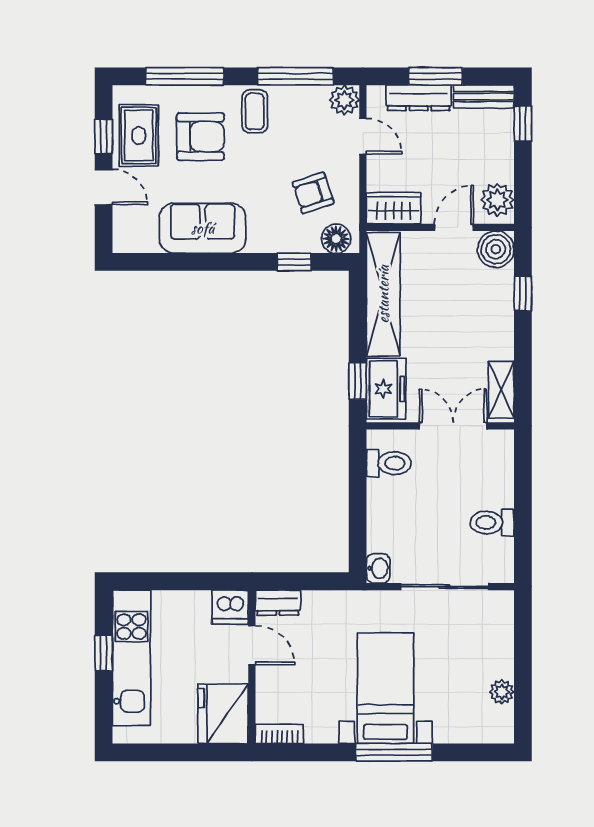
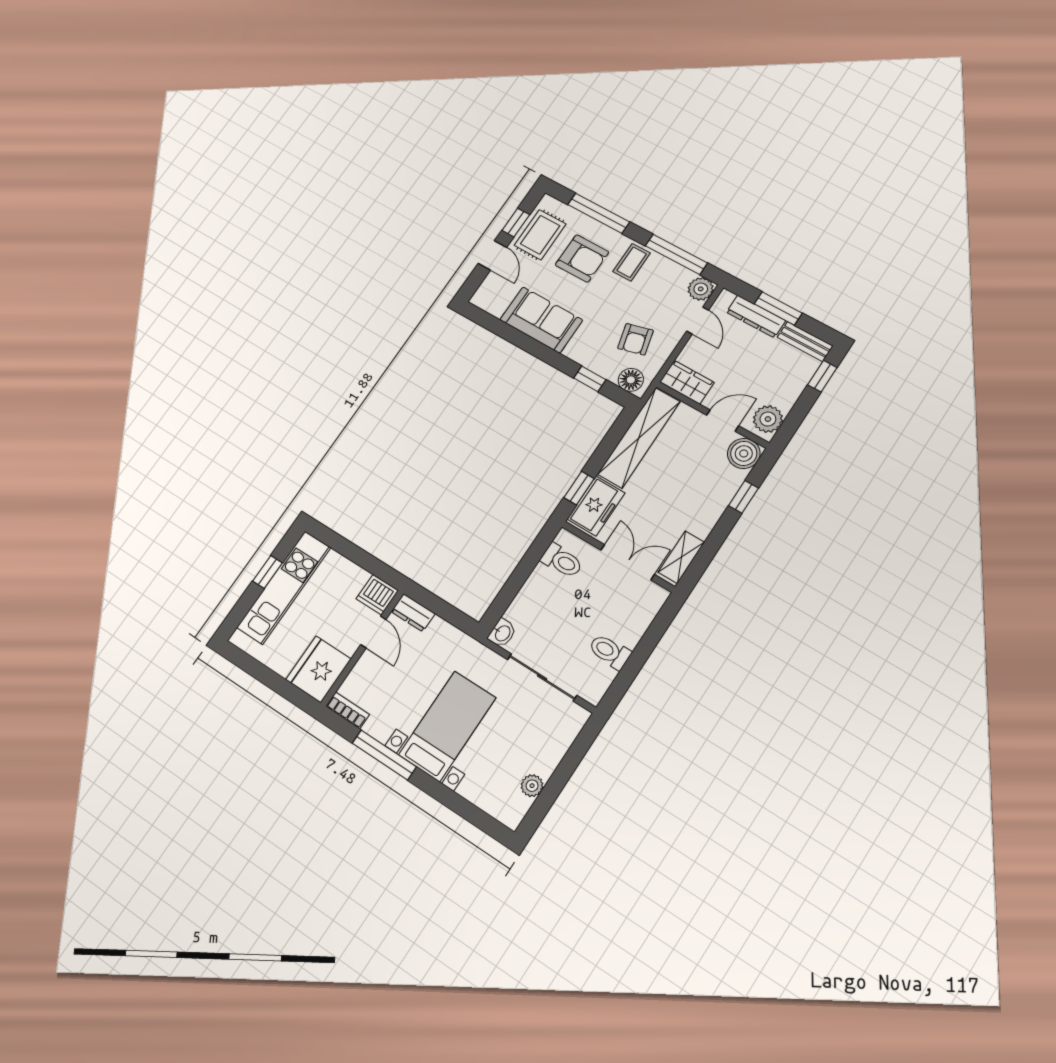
armchair: (313, 193) -> (636, 339), turned -87
window: (394, 752) -> (384, 755), moved

